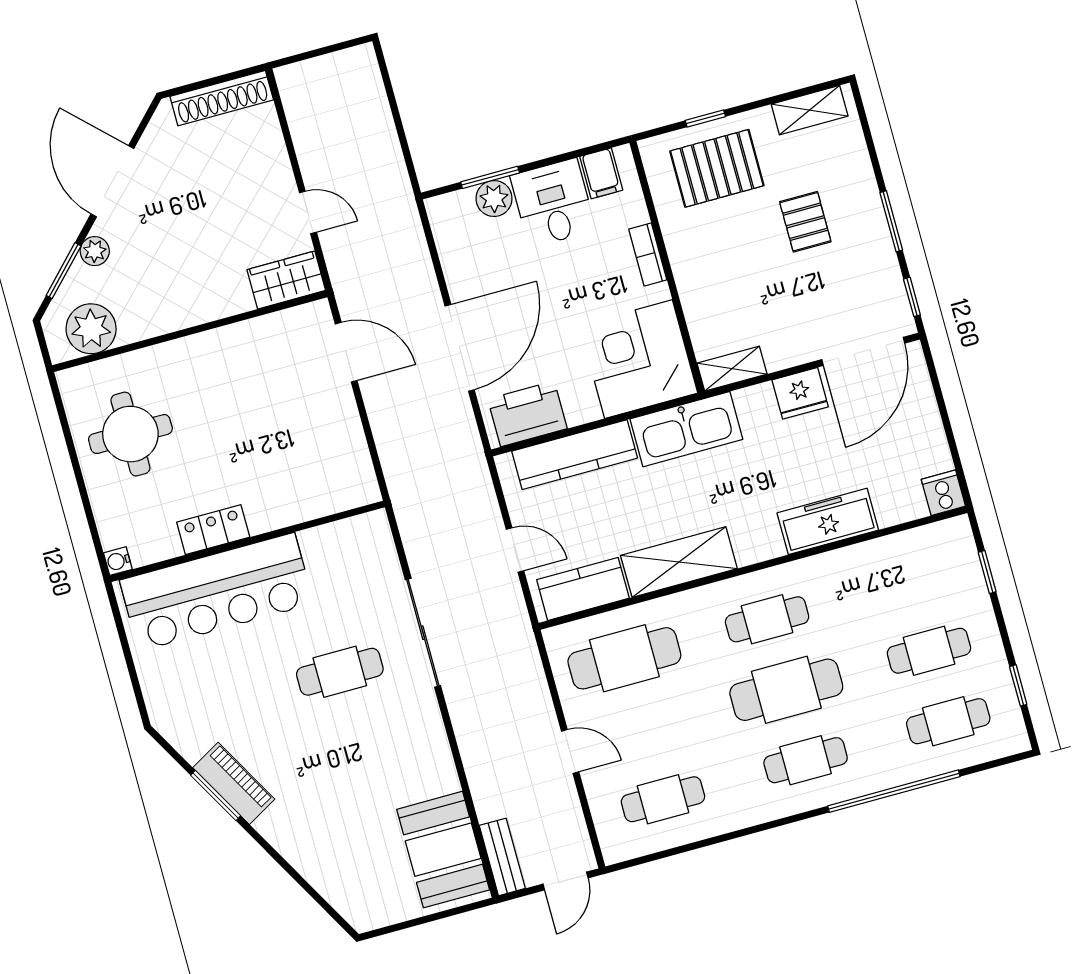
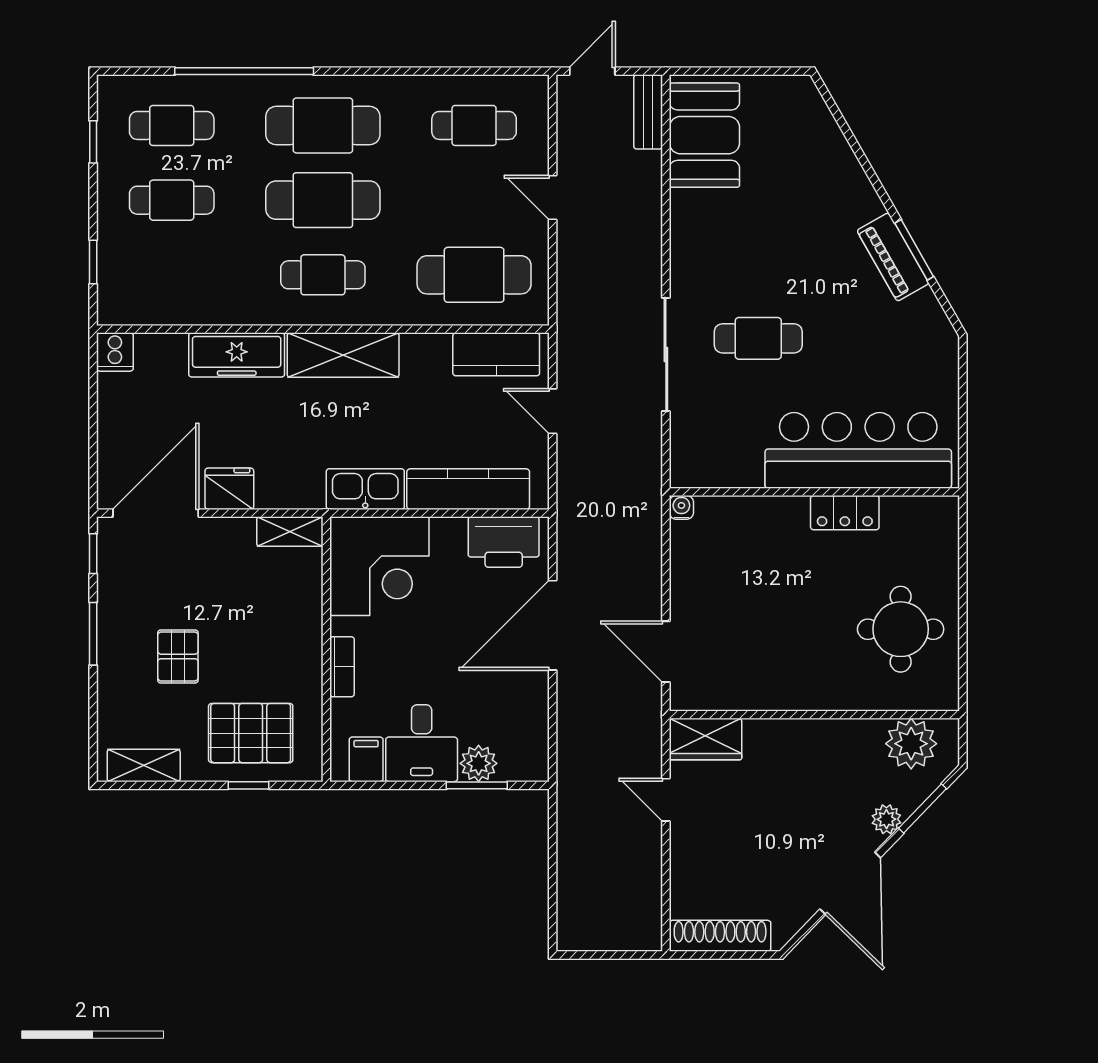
kitchen sink: (686, 429) -> (365, 489), width x0.73, depth x0.81
water cooler: (118, 561) -> (681, 507), moved, turned -90
shelving: (679, 562) -> (343, 355), moved
cafe table: (806, 760) -> (323, 125), width x1.37, depth x1.35

